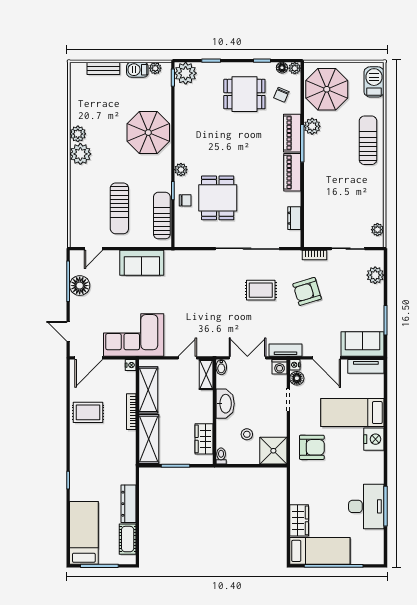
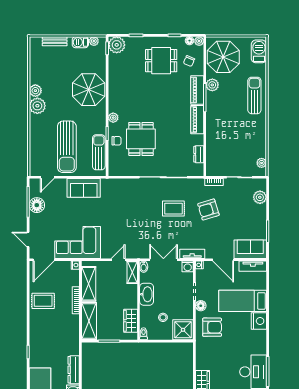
sun lounger: (119, 208) -> (67, 147), width x1.36, depth x1.34
floor lamp: (297, 378) -> (201, 306), moved

